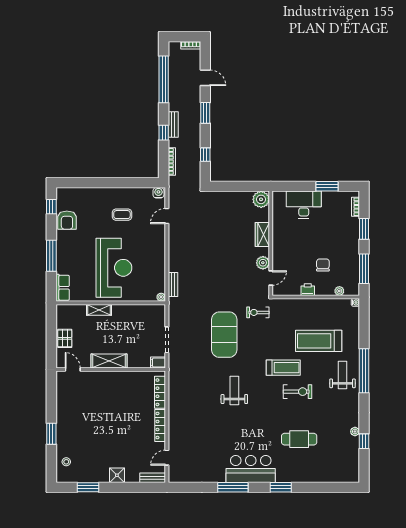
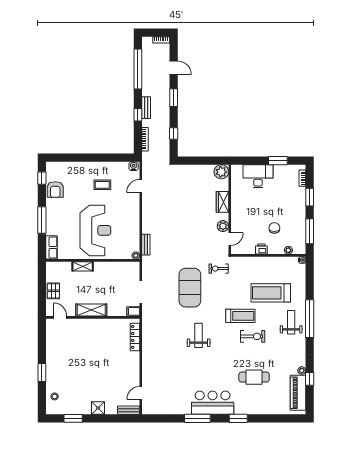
locker: (160, 425) -> (135, 365), removed
piano: (350, 457) -> (298, 393), added

